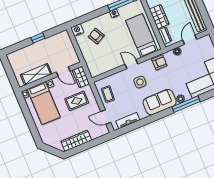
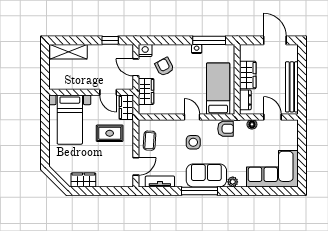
window: (38, 38) -> (110, 40), moved
door: (190, 40) -> (272, 117), hinge flipped
door: (76, 45) -> (136, 67), added
wardrobe: (90, 59) -> (146, 91), added
shelving: (36, 74) -> (68, 52), moved
window: (186, 104) -> (199, 191), moved
door: (106, 117) -> (136, 166), swing flipped
wardrobe: (76, 141) -> (83, 180), width x0.67

